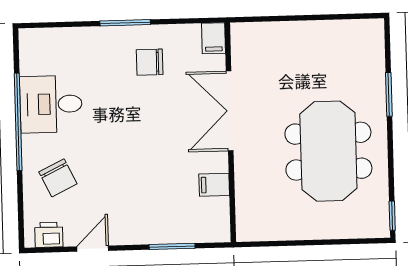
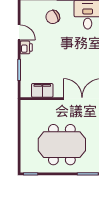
filing cabinet: (214, 185) -> (42, 90), width x2.00
printer: (49, 235) -> (26, 47), moved

